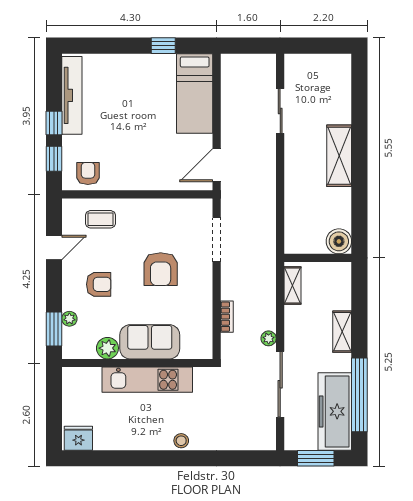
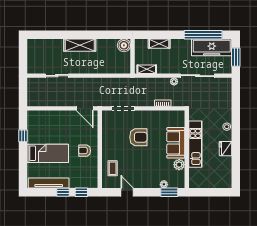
bed: (195, 93) -> (48, 153), moved
armchair: (88, 173) -> (85, 151), moved
armchair: (99, 284) -> (146, 169), removed
shelving: (342, 332) -> (159, 44), moved
fridge: (78, 438) -> (225, 149), moved

